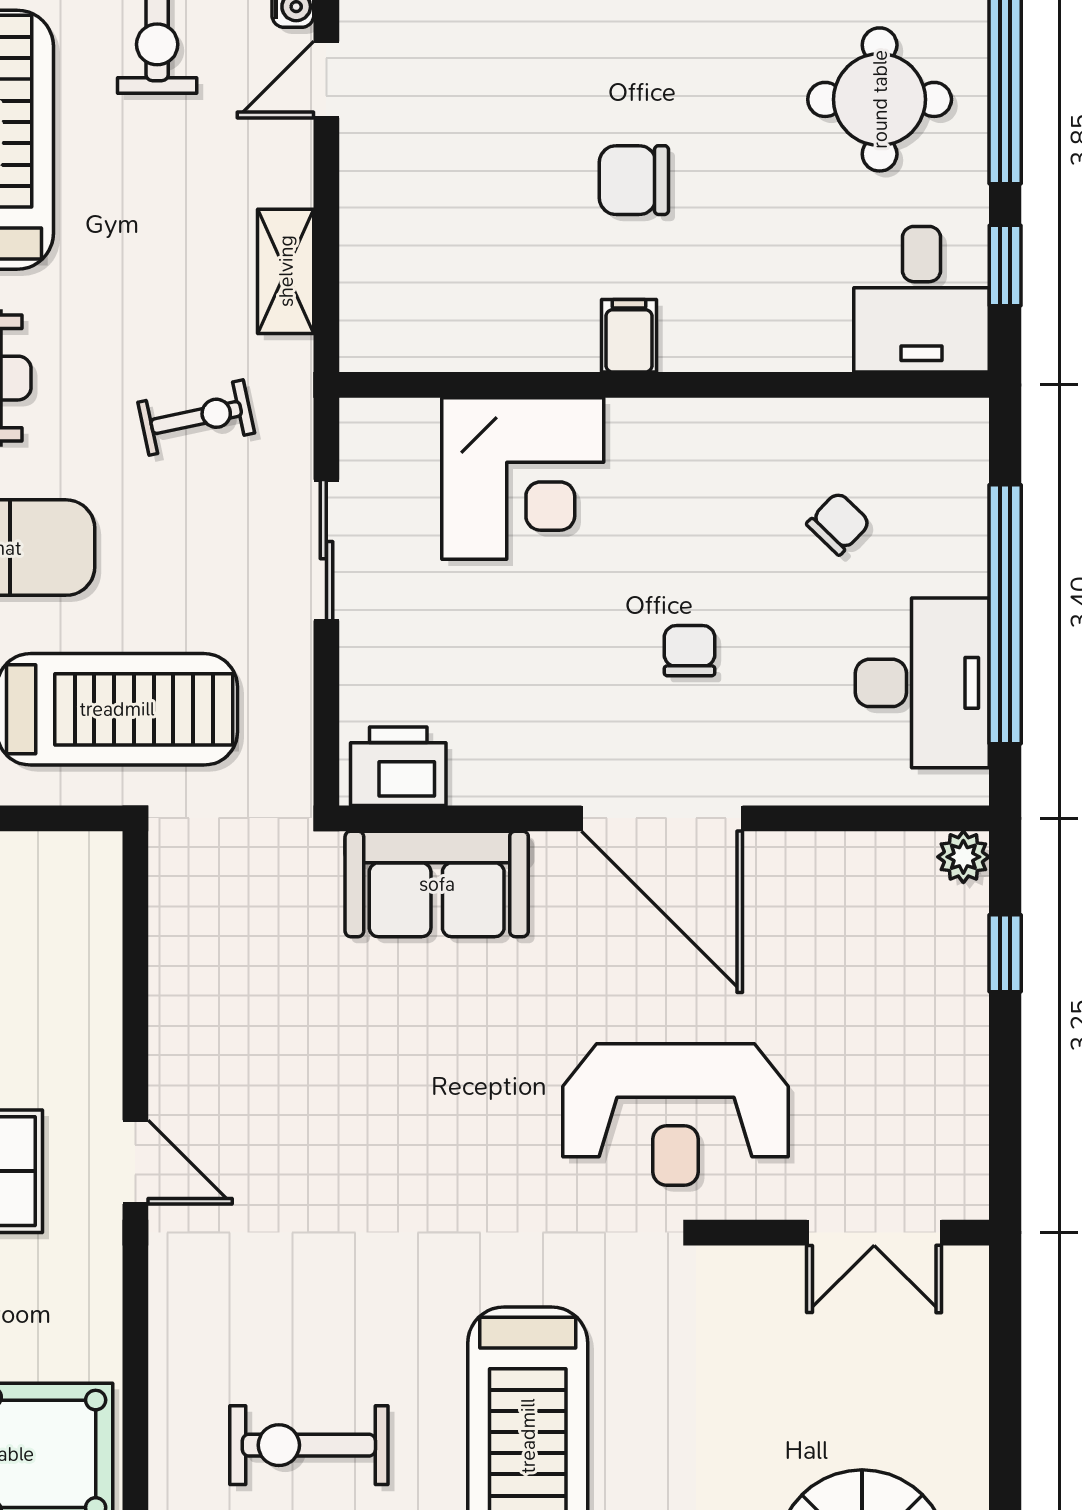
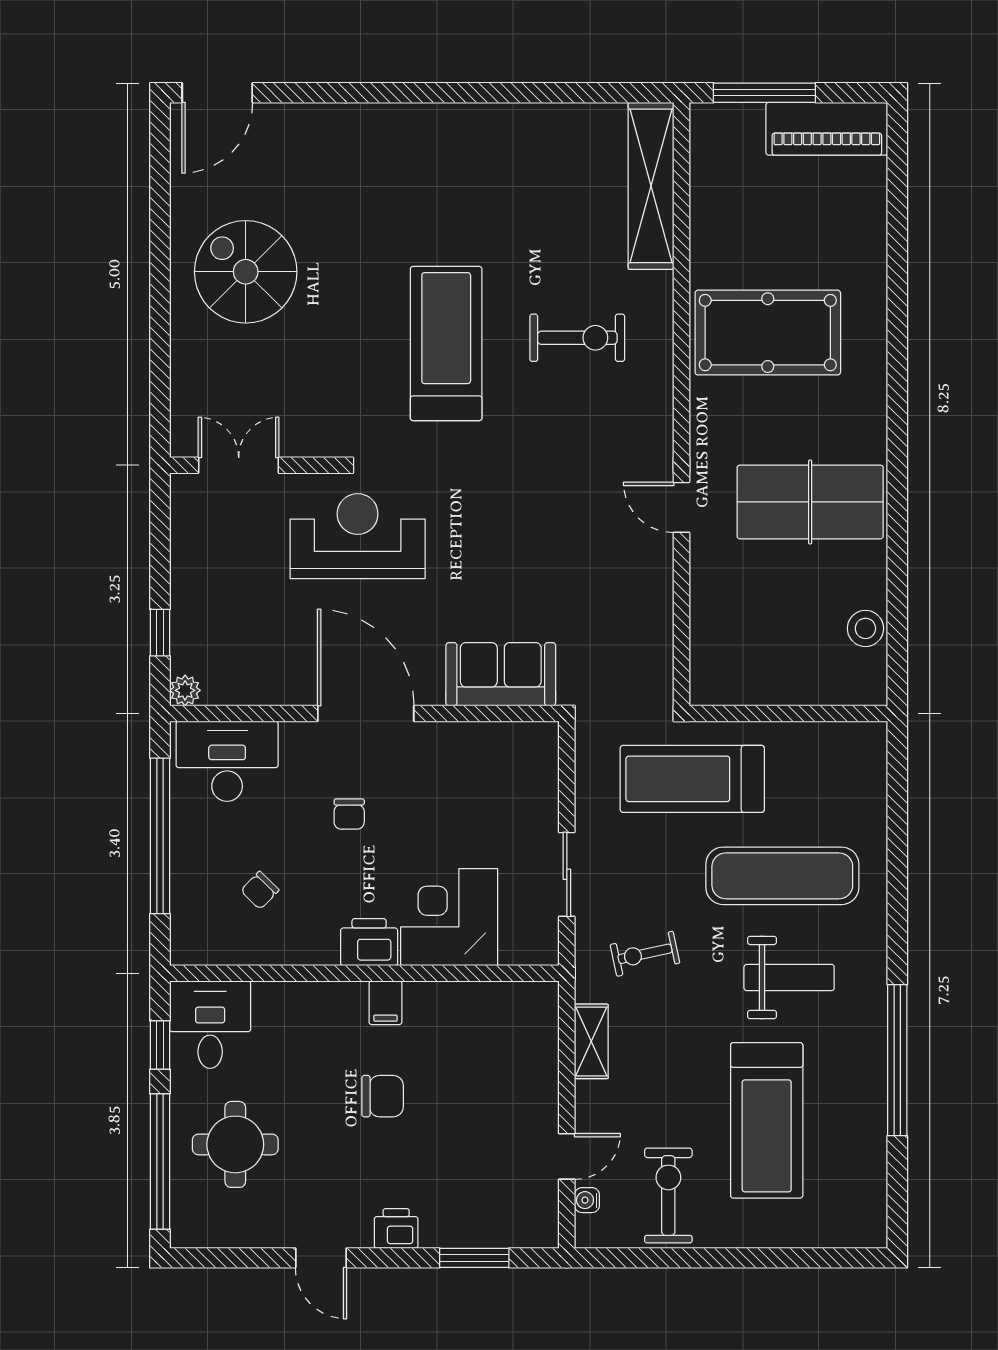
desk: (922, 683) -> (227, 761), moved, turned 90
printer: (398, 766) -> (369, 942), moved, turned 180

